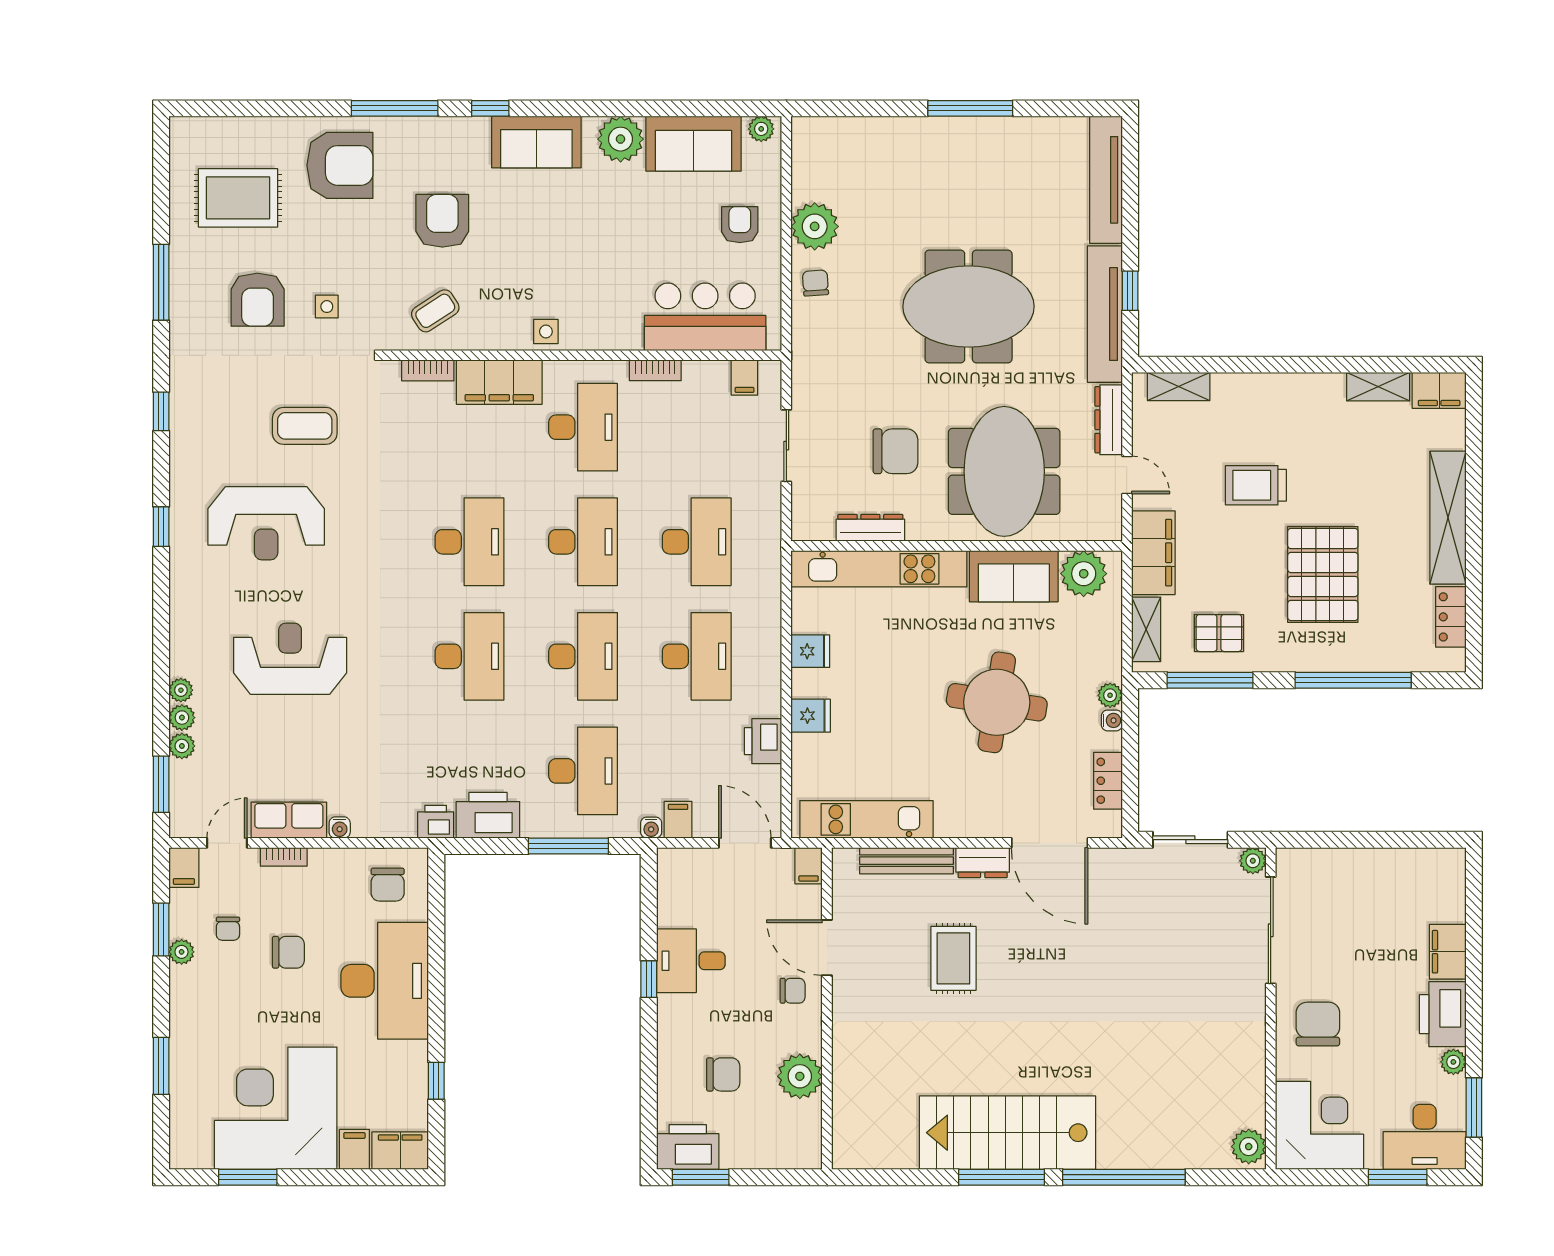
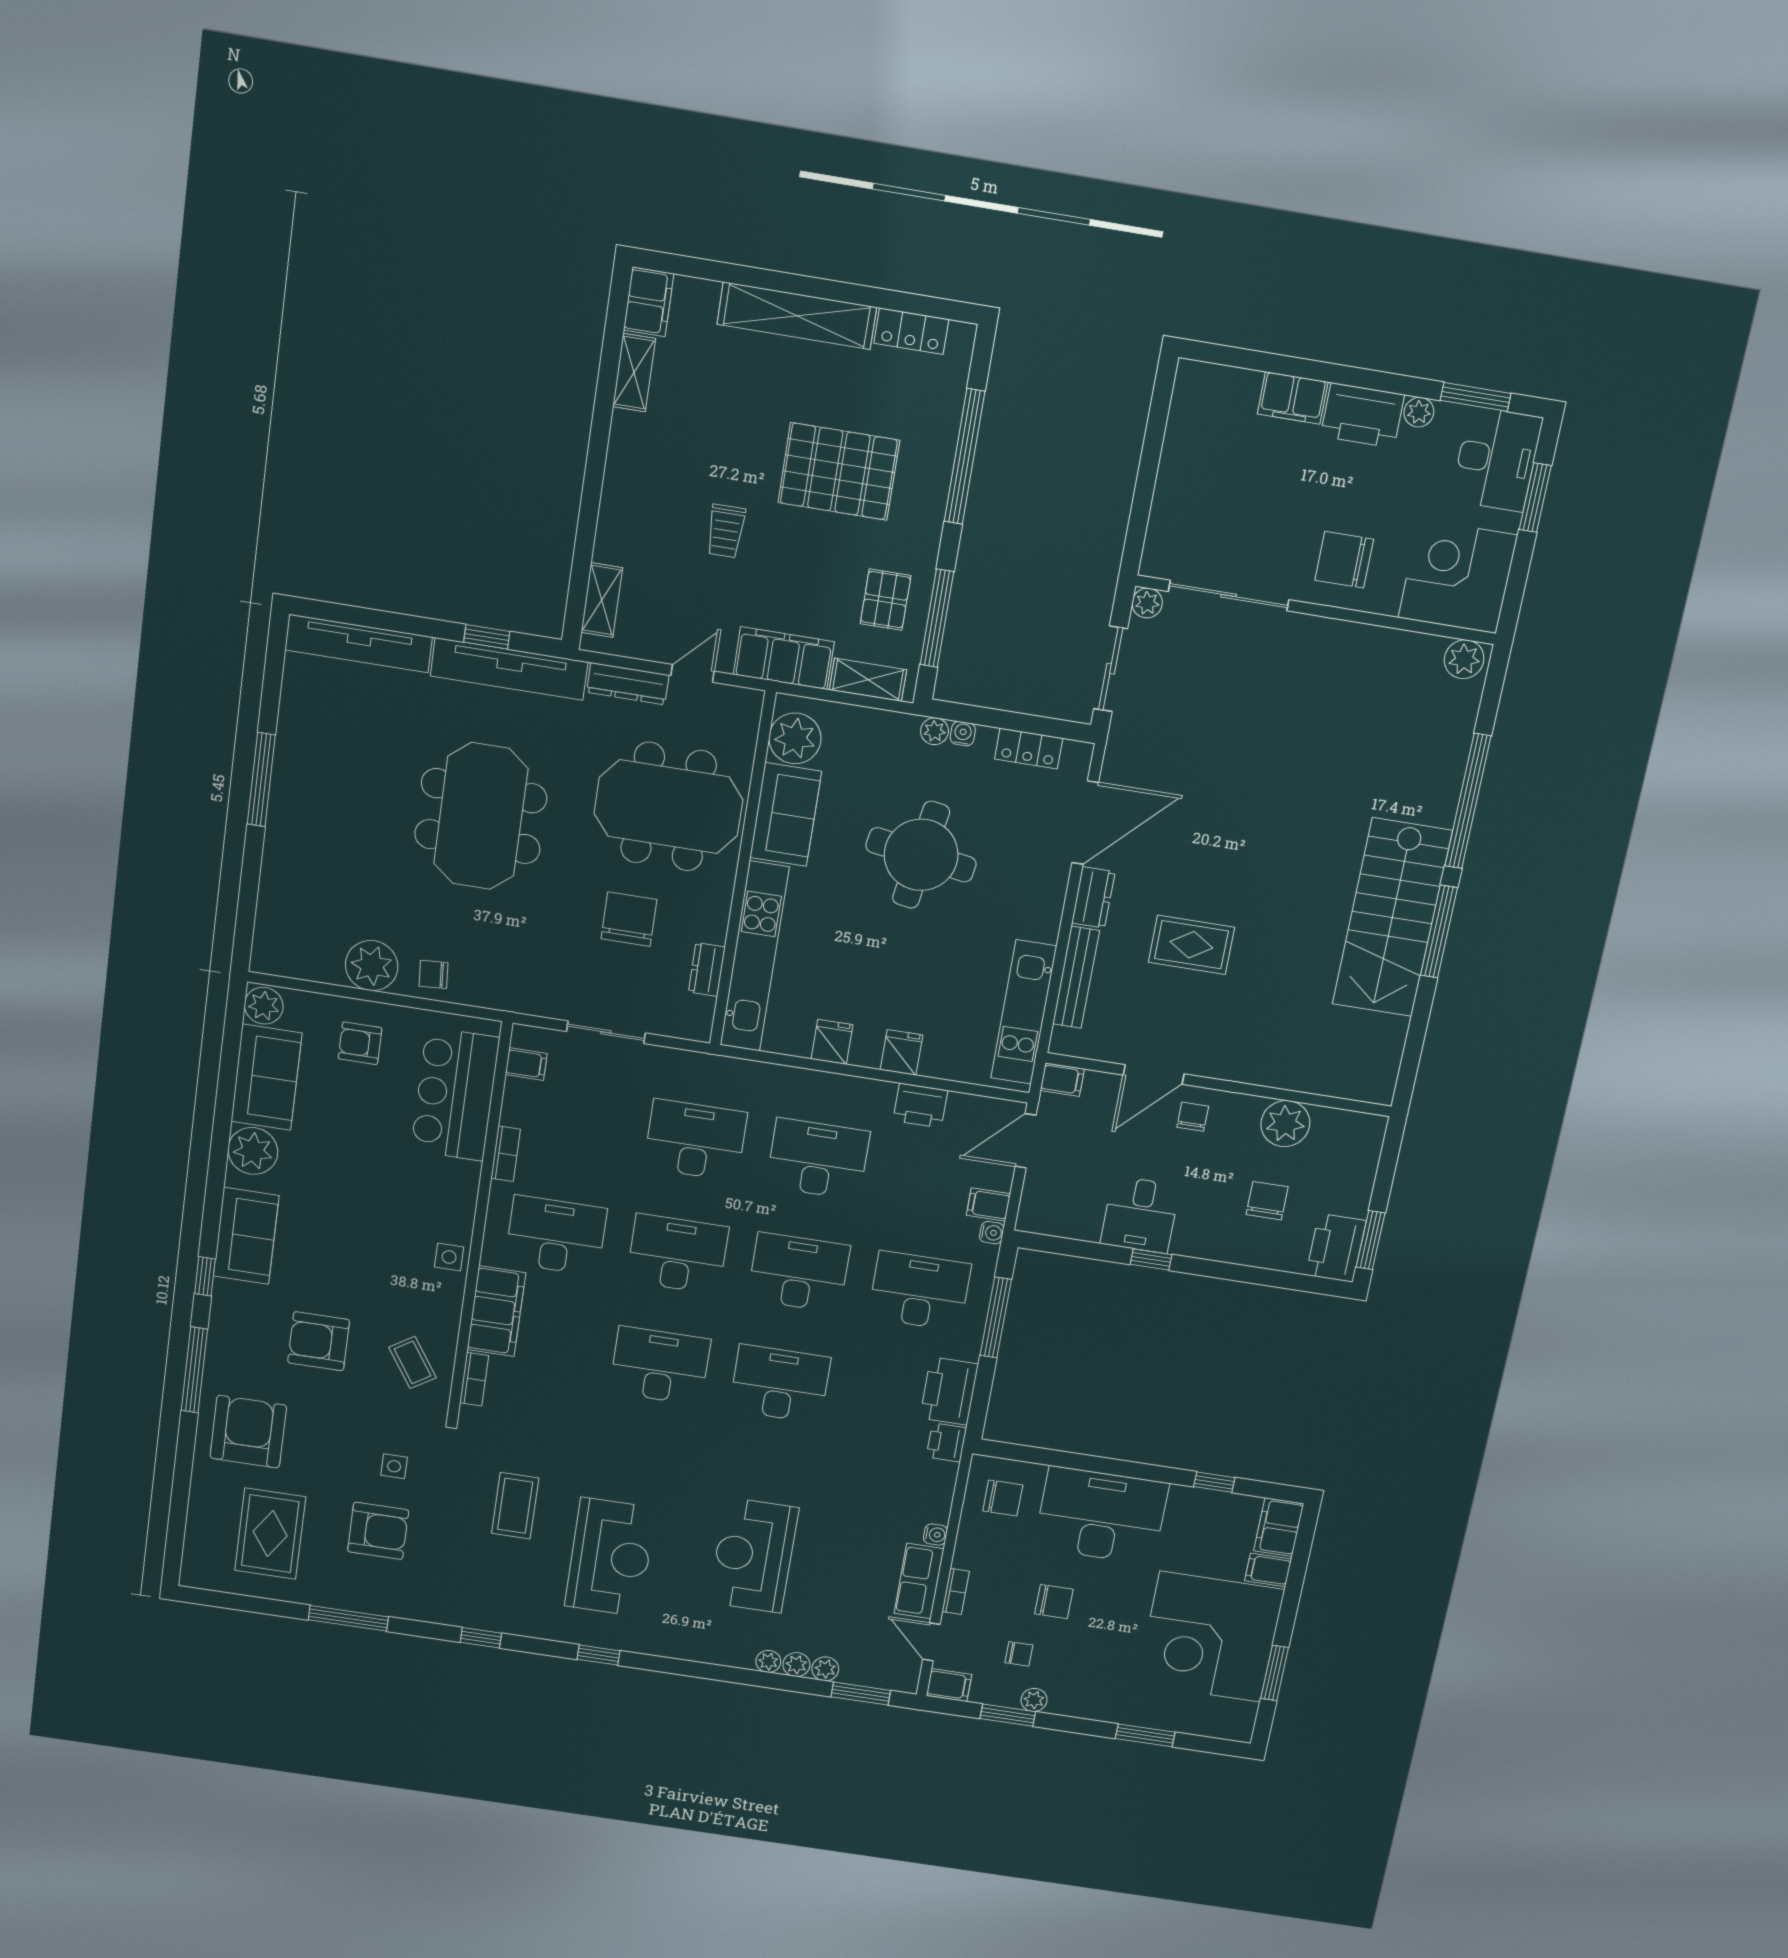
plant: (761, 129) -> (264, 1006), width x1.38, depth x1.38
trolley: (1256, 485) -> (726, 531), width x0.73, depth x0.72
dresser: (870, 528) -> (707, 969), width x0.70
chair: (288, 952) -> (1054, 1602), turned 90

